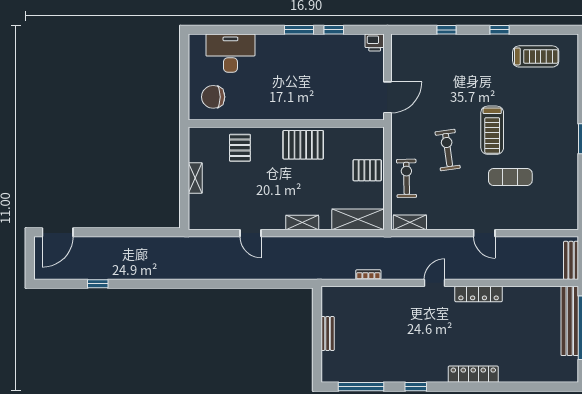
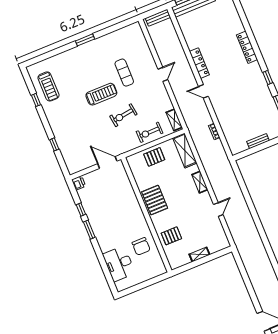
window: (499, 30) -> (36, 100), moved
treadmill: (536, 56) -> (48, 86), turned 180
chair: (213, 97) -> (141, 246), moved
pallet: (367, 170) -> (154, 157), turned 90

